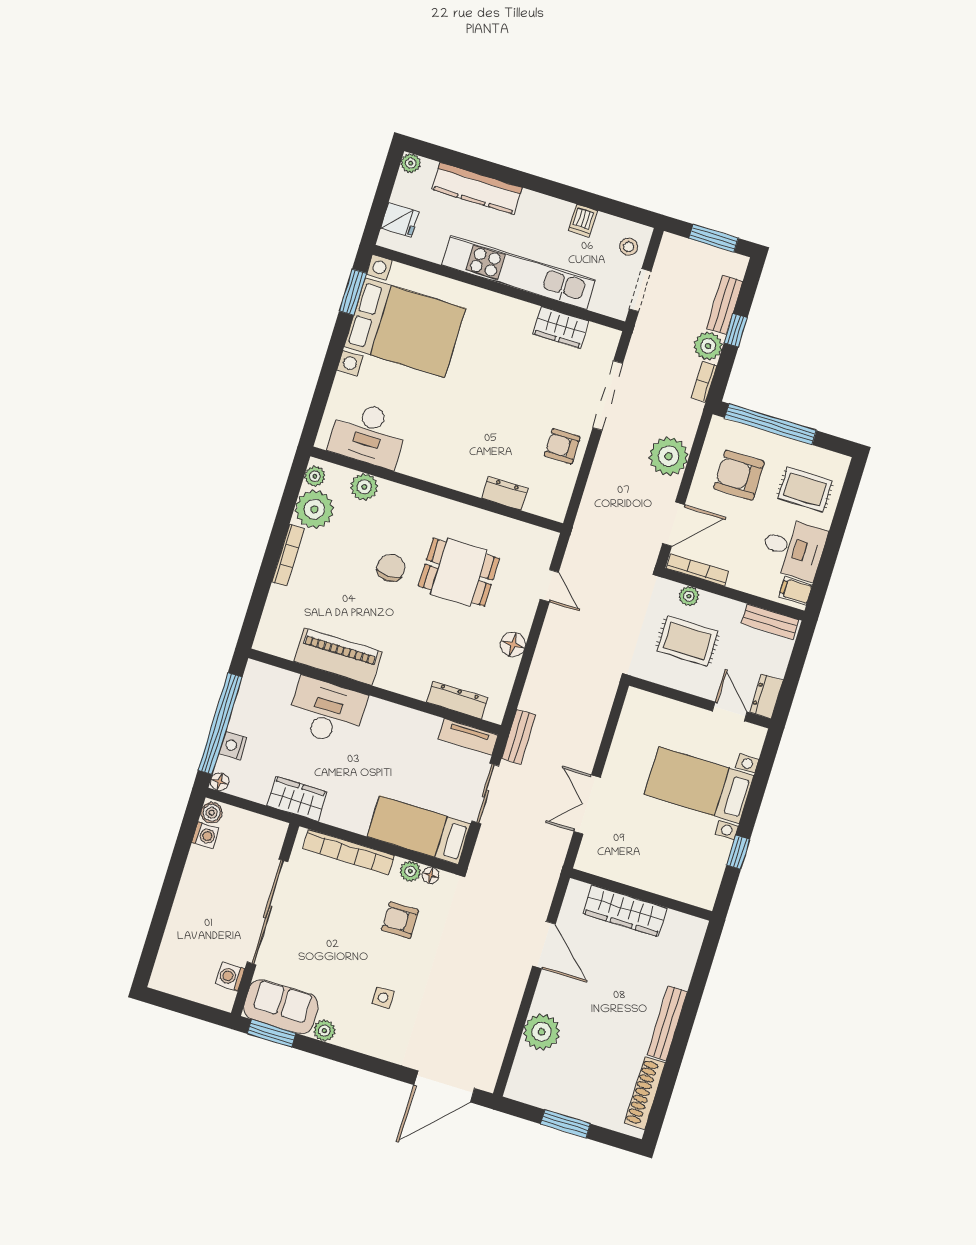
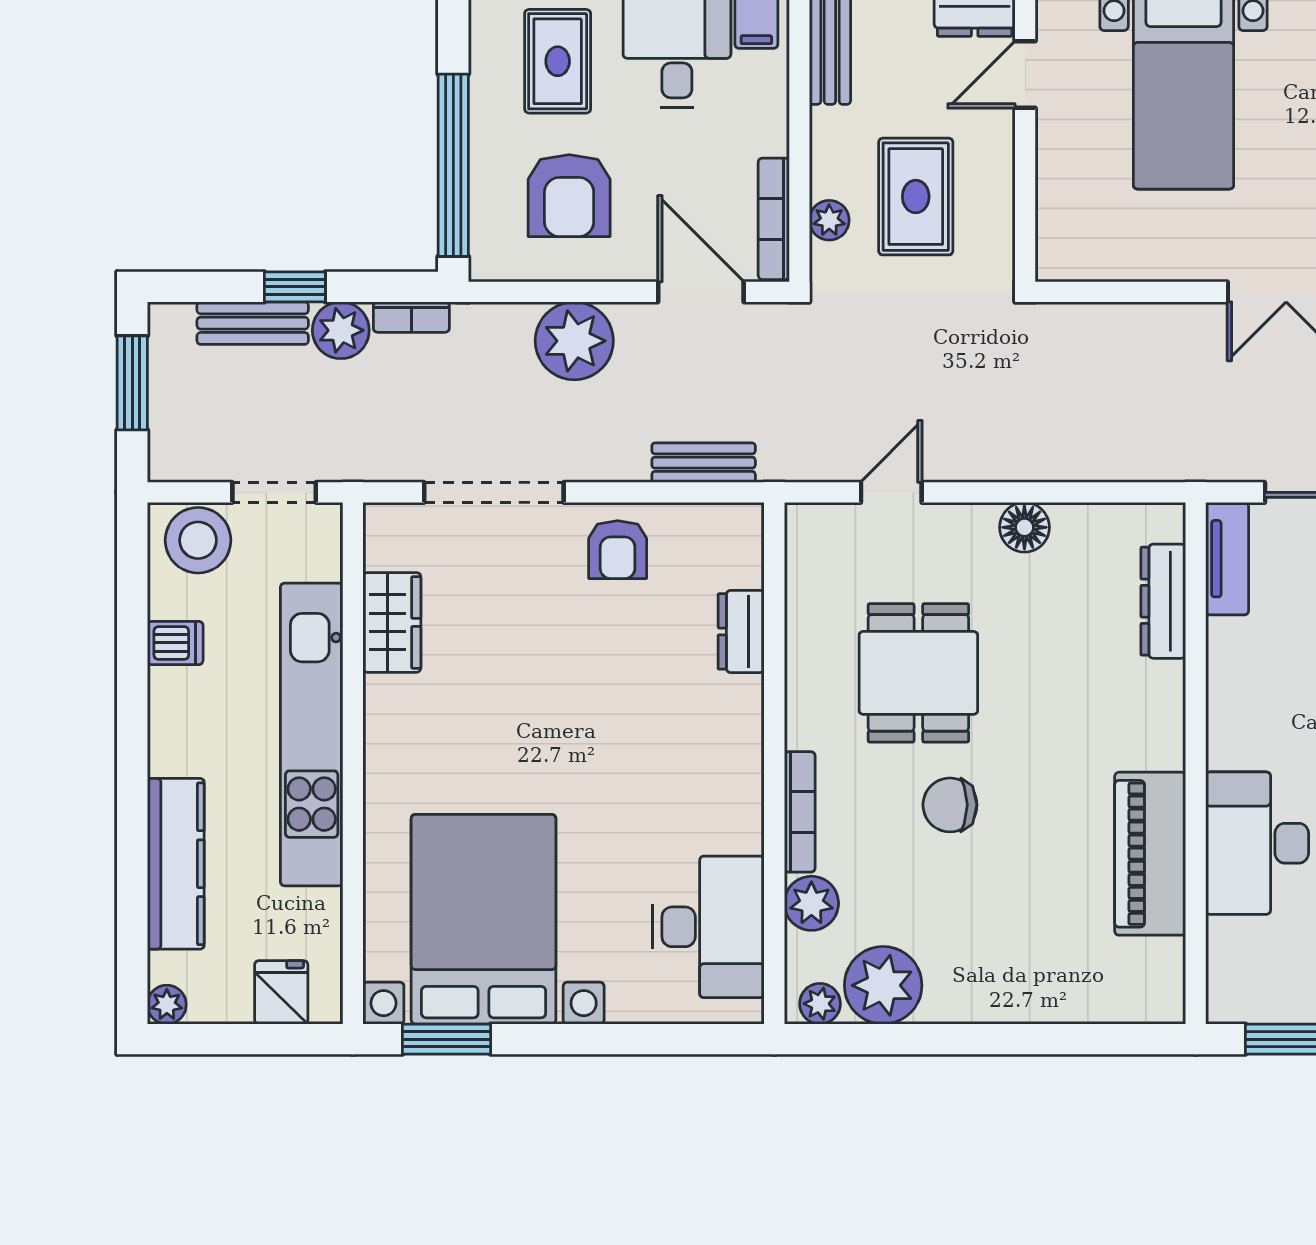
stool: (629, 247) -> (198, 540), width x1.89, depth x1.89
bookcase: (288, 555) -> (800, 812), moved, turned 90
bench: (518, 737) -> (704, 463), moved

